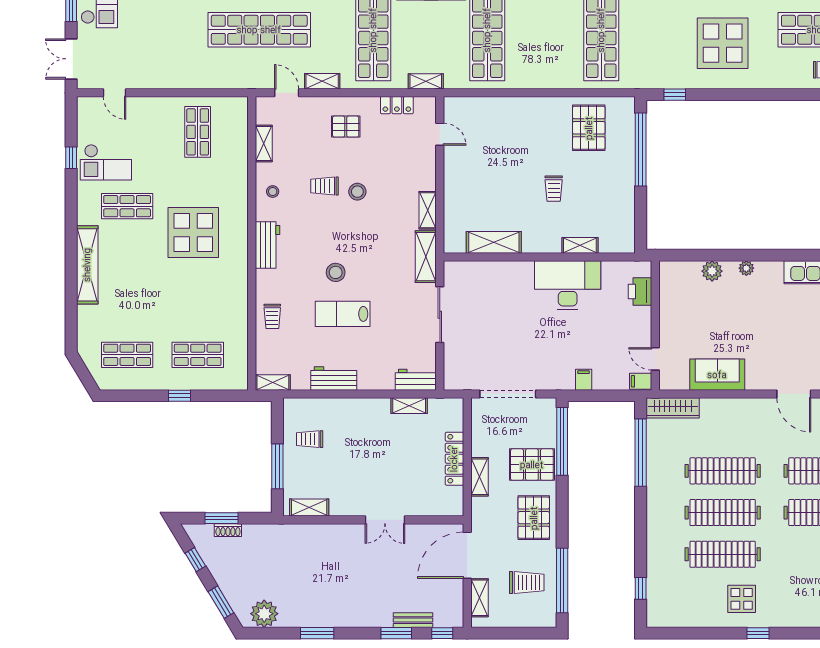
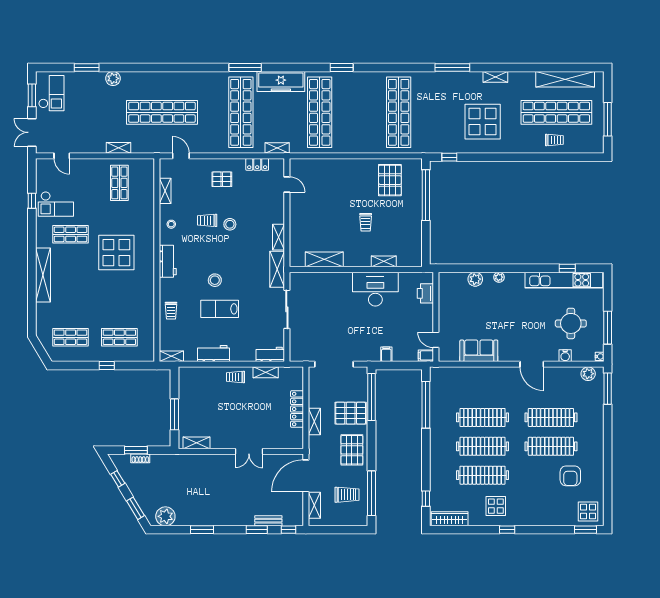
shelving: (322, 81) -> (118, 148), moved
wardrobe: (673, 408) -> (450, 519), moved, turned 180
trolley: (310, 439) -> (235, 377), moved

